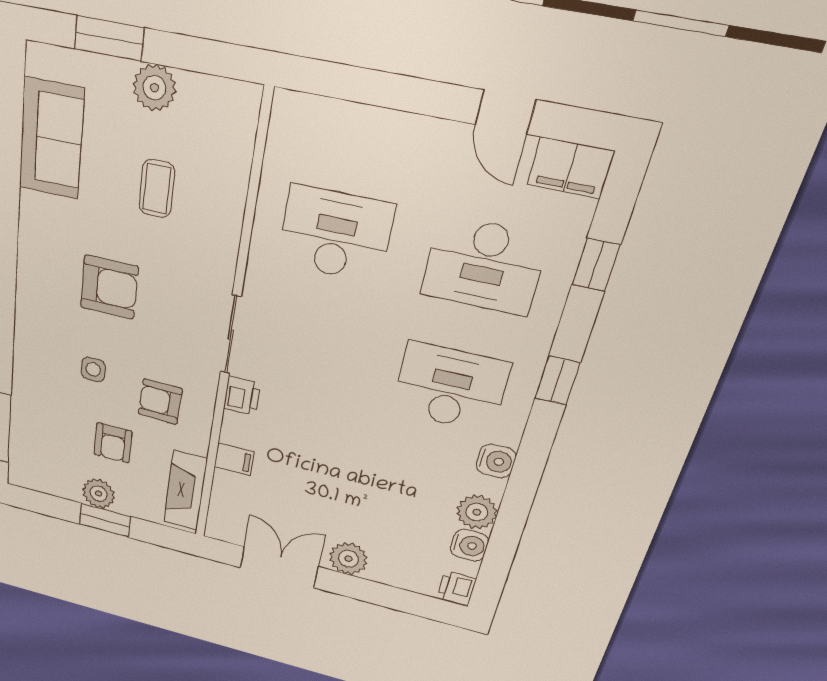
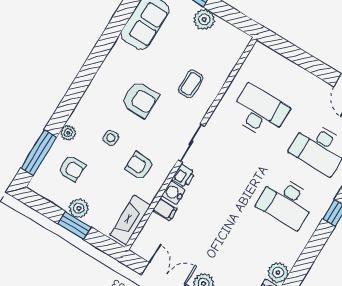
coffee table: (157, 189) -> (191, 84), moved
plant: (24, 382) -> (68, 133), added
desk: (450, 387) -> (286, 202), turned 180
armchair: (113, 443) -> (72, 168), moved, turned -90
water cooler: (496, 461) -> (173, 193), moved, turned 180

